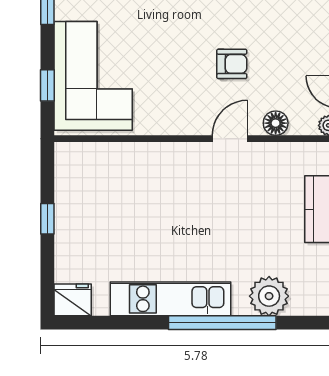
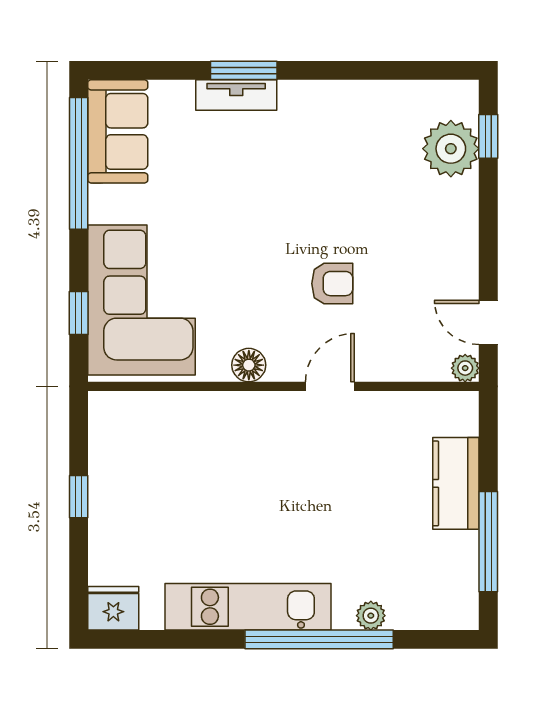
floor lamp: (276, 123) -> (249, 365), moved
plant: (269, 296) -> (371, 616), width x0.53, depth x0.53

